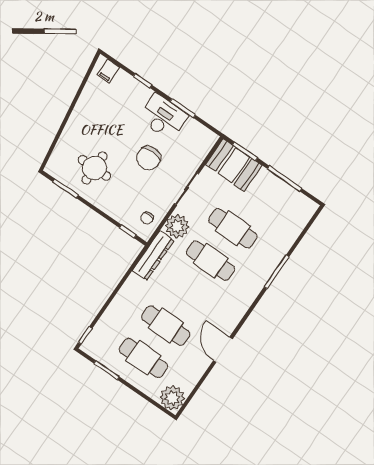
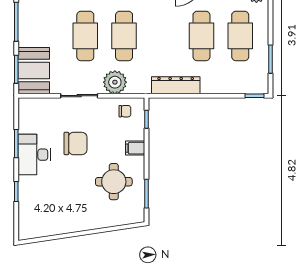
filing cabinet: (108, 71) -> (135, 148), moved, turned 180
dresser: (153, 256) -> (176, 85), moved

